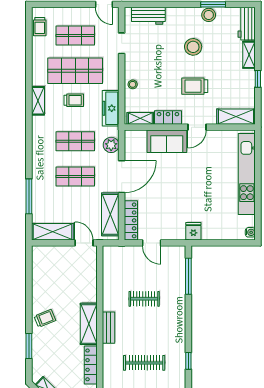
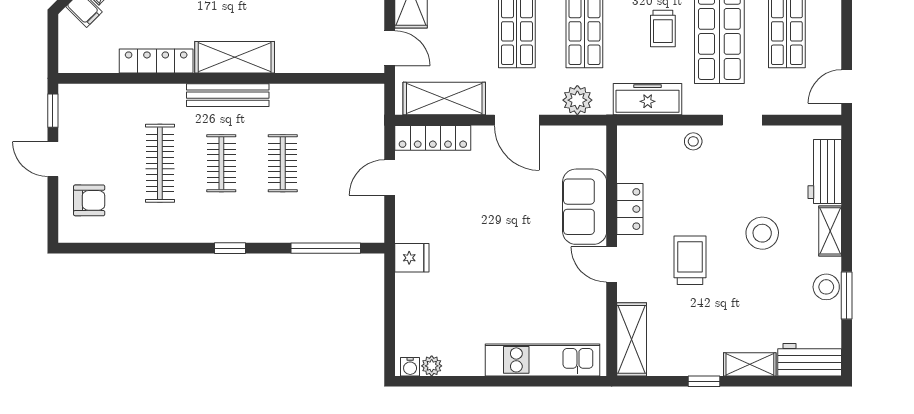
doorway: (122, 43) -> (742, 120), moved
stool: (193, 47) -> (762, 233), moved
shelving: (140, 118) -> (830, 231), moved
kitchen unit: (247, 174) -> (543, 360), width x0.73
door: (122, 177) -> (517, 120), width x0.73
plant: (250, 221) -> (432, 366), added
door: (84, 243) -> (390, 48), hinge flipped
bench: (109, 328) -> (228, 95), width x1.36
clothes rail: (144, 331) -> (221, 163), added
window: (188, 361) -> (230, 248), moved

